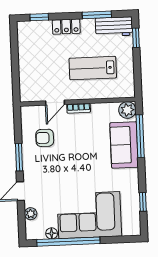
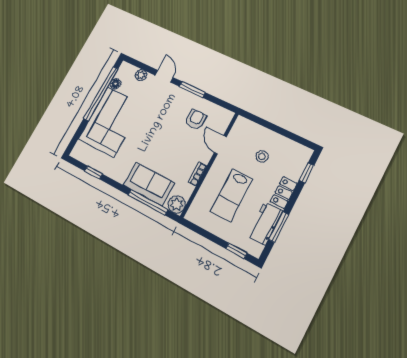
workbench: (114, 27) -> (265, 224), moved
stool: (46, 61) -> (262, 156), added
lab bench: (93, 68) -> (232, 195), turned 180
bookcase: (79, 108) -> (197, 174), moved

